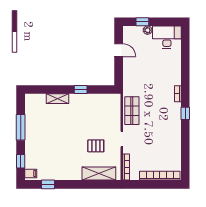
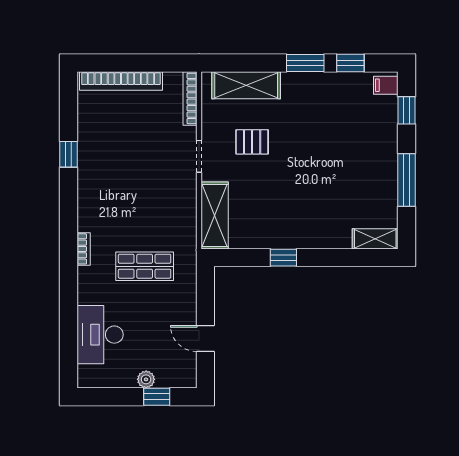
desk: (167, 37) -> (100, 335), moved, turned 90
shelving: (58, 99) -> (375, 239), moved
shelving: (114, 110) -> (215, 216), added
shop shelf: (132, 111) -> (145, 266), moved, turned 90
window: (185, 113) -> (69, 154), moved
window: (70, 184) -> (305, 63), added

